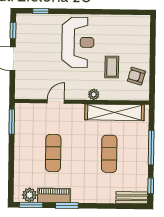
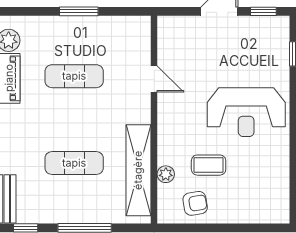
armchair: (136, 76) -> (195, 203), turned 65
plant: (94, 94) -> (166, 174), moved
window: (12, 122) -> (79, 11), moved

